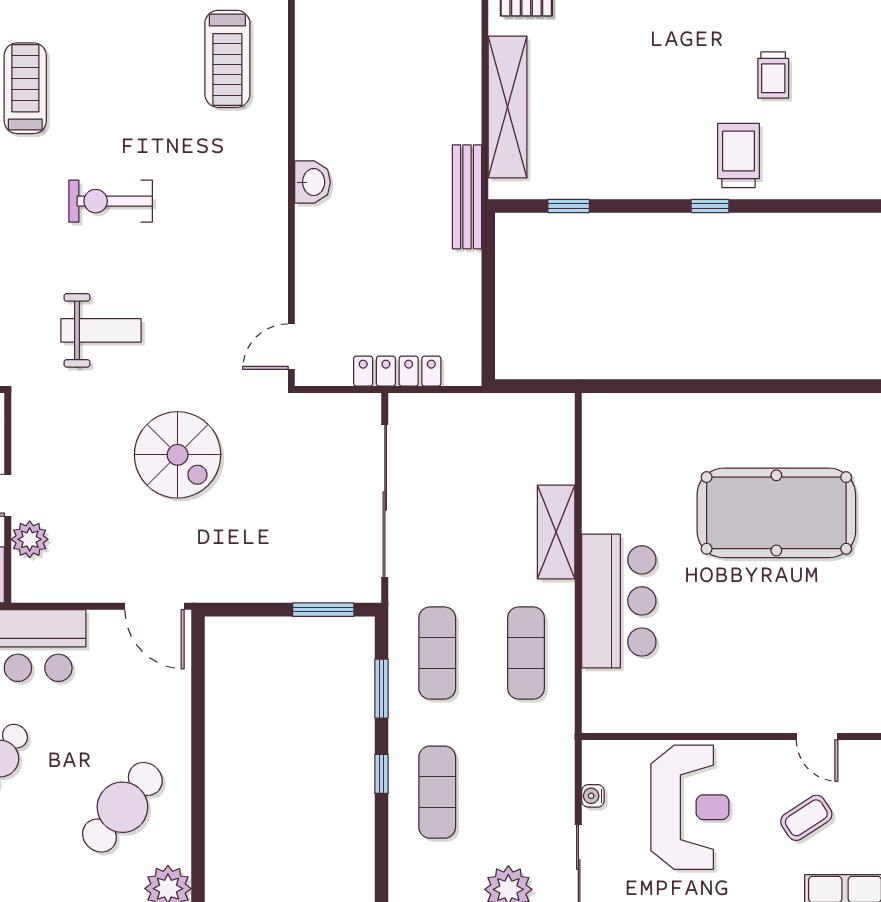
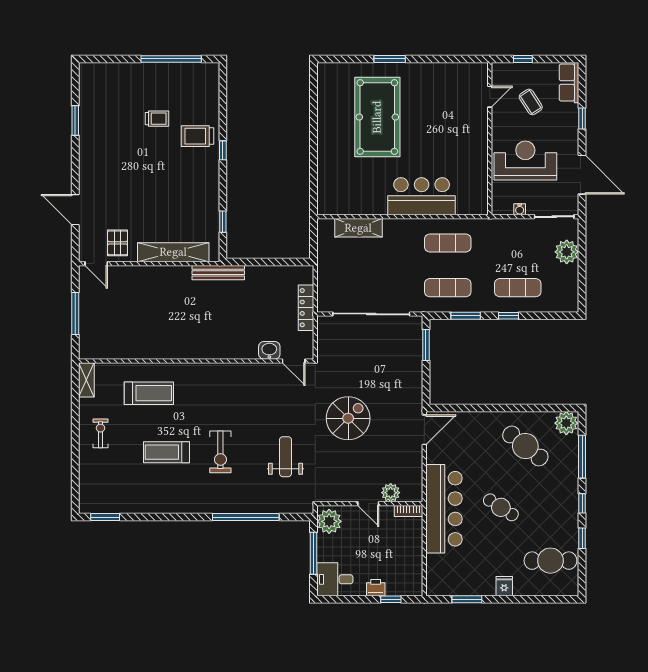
treadmill: (25, 88) -> (166, 452), moved
washbasin: (313, 182) -> (269, 350), moved
shelving: (556, 532) -> (358, 228), moved

